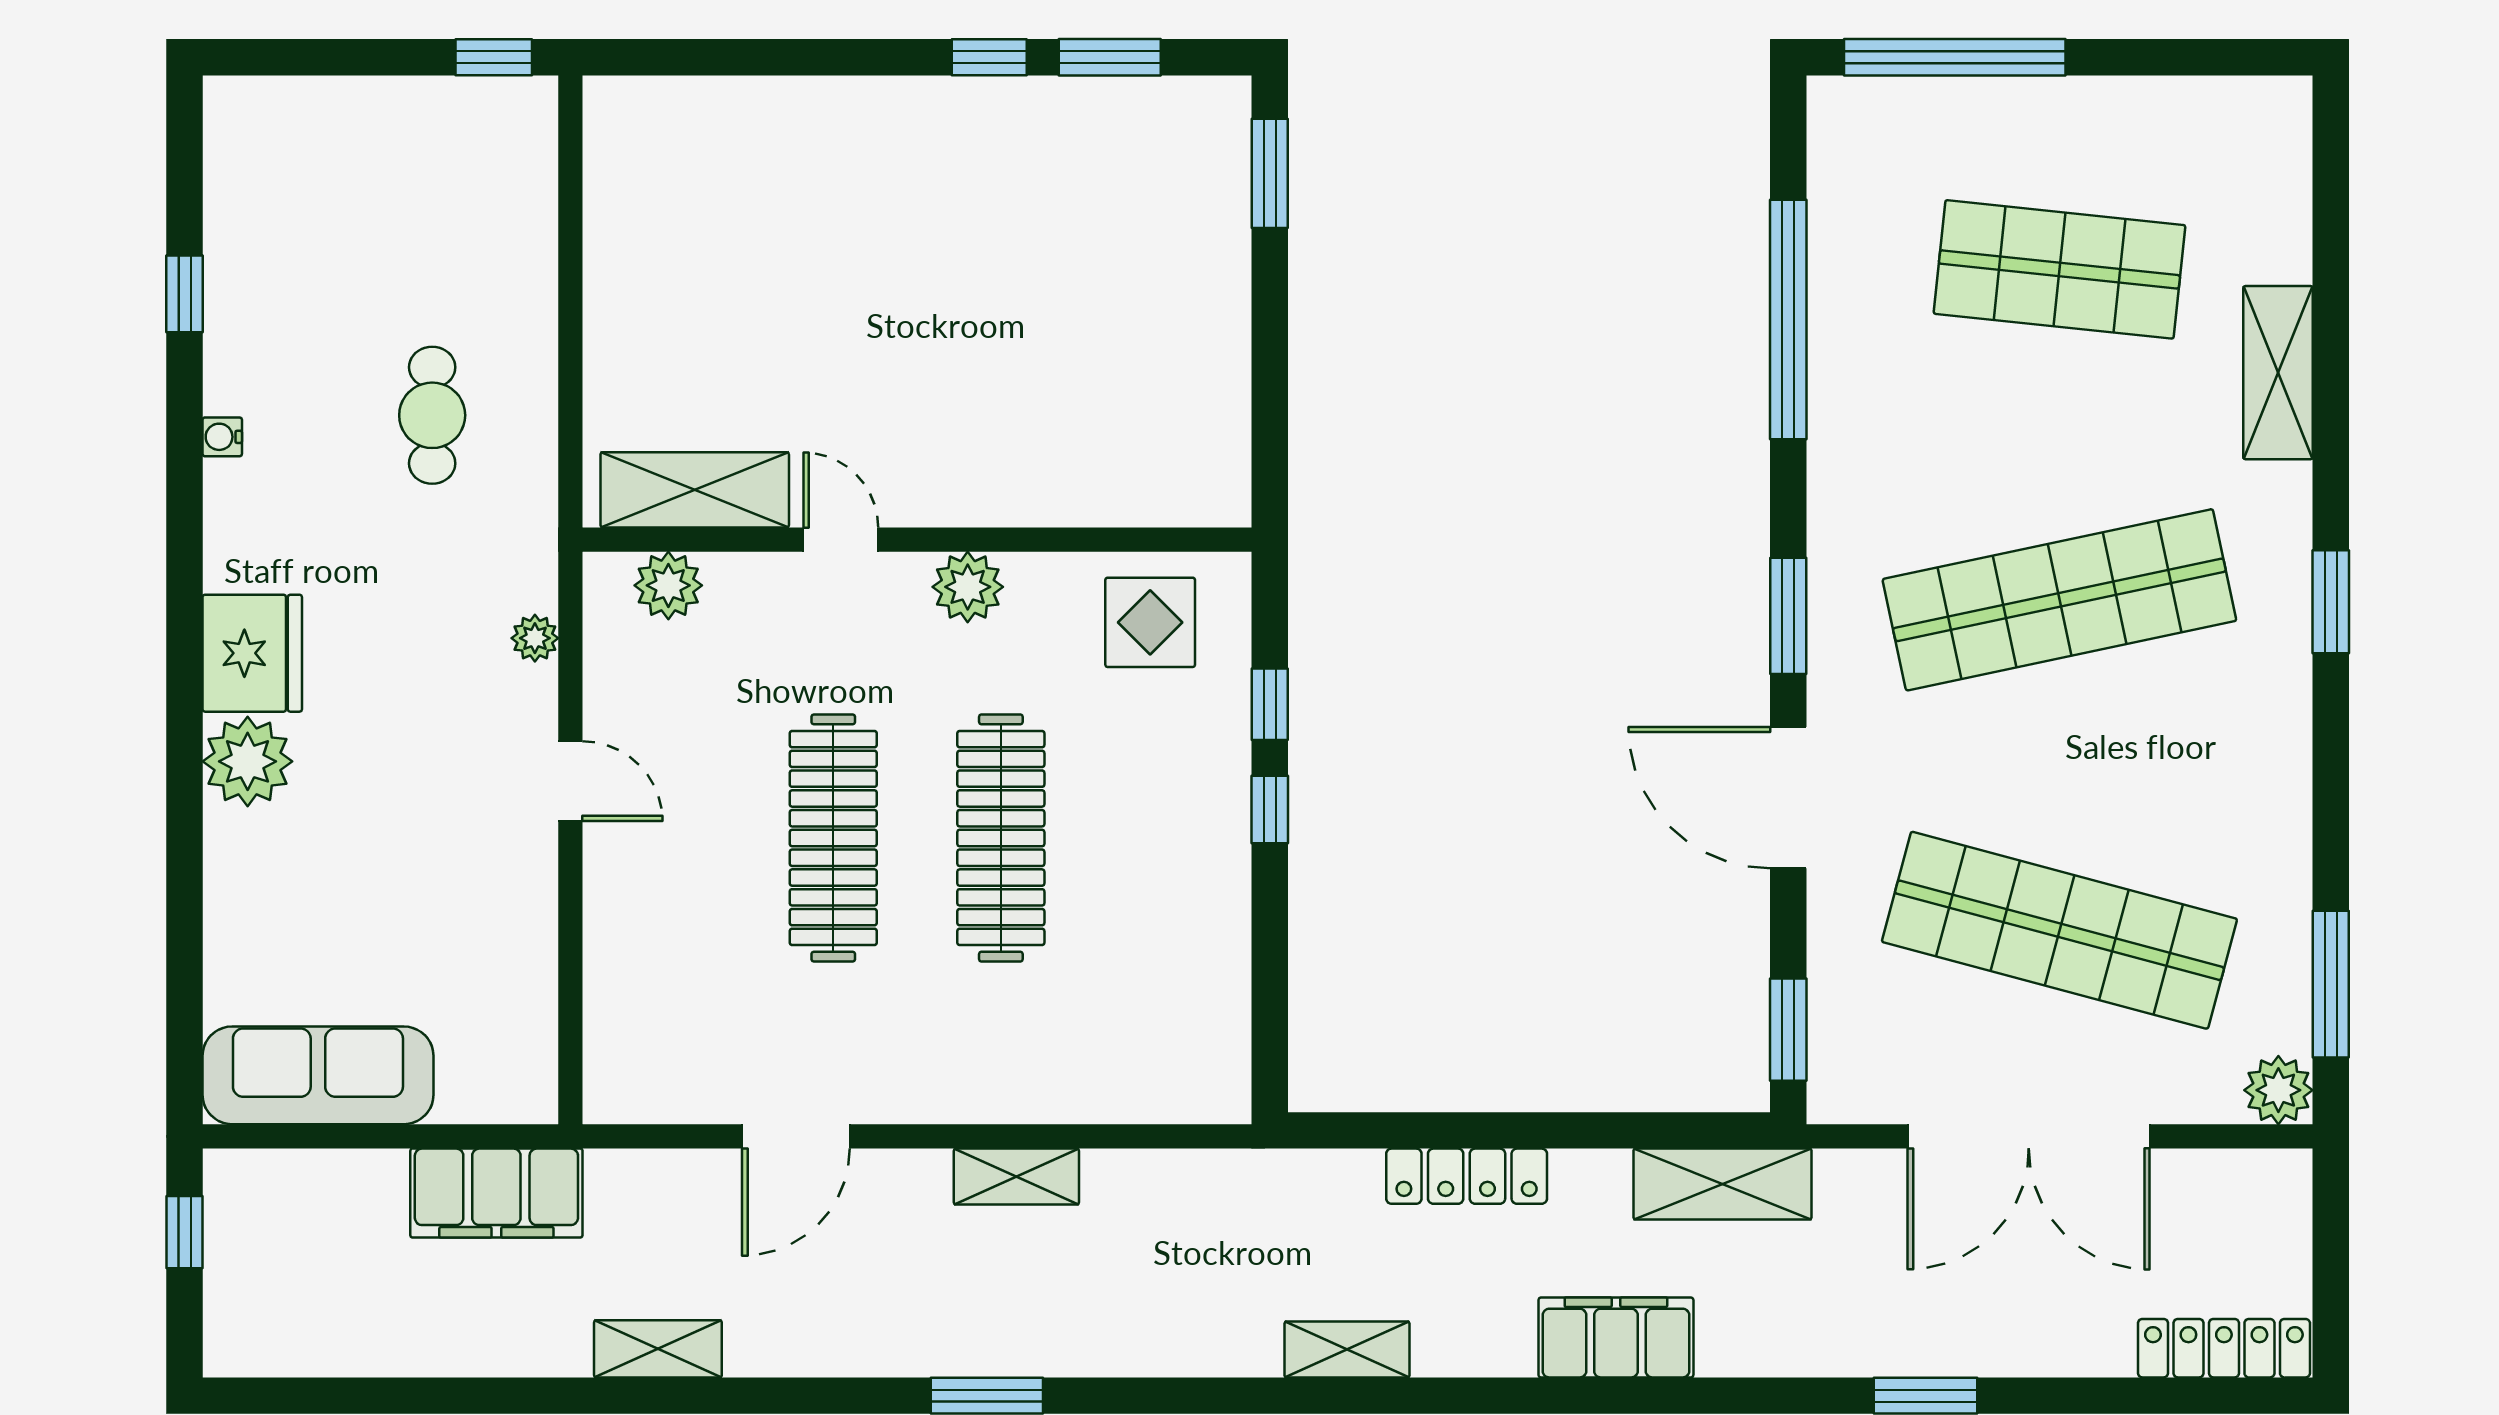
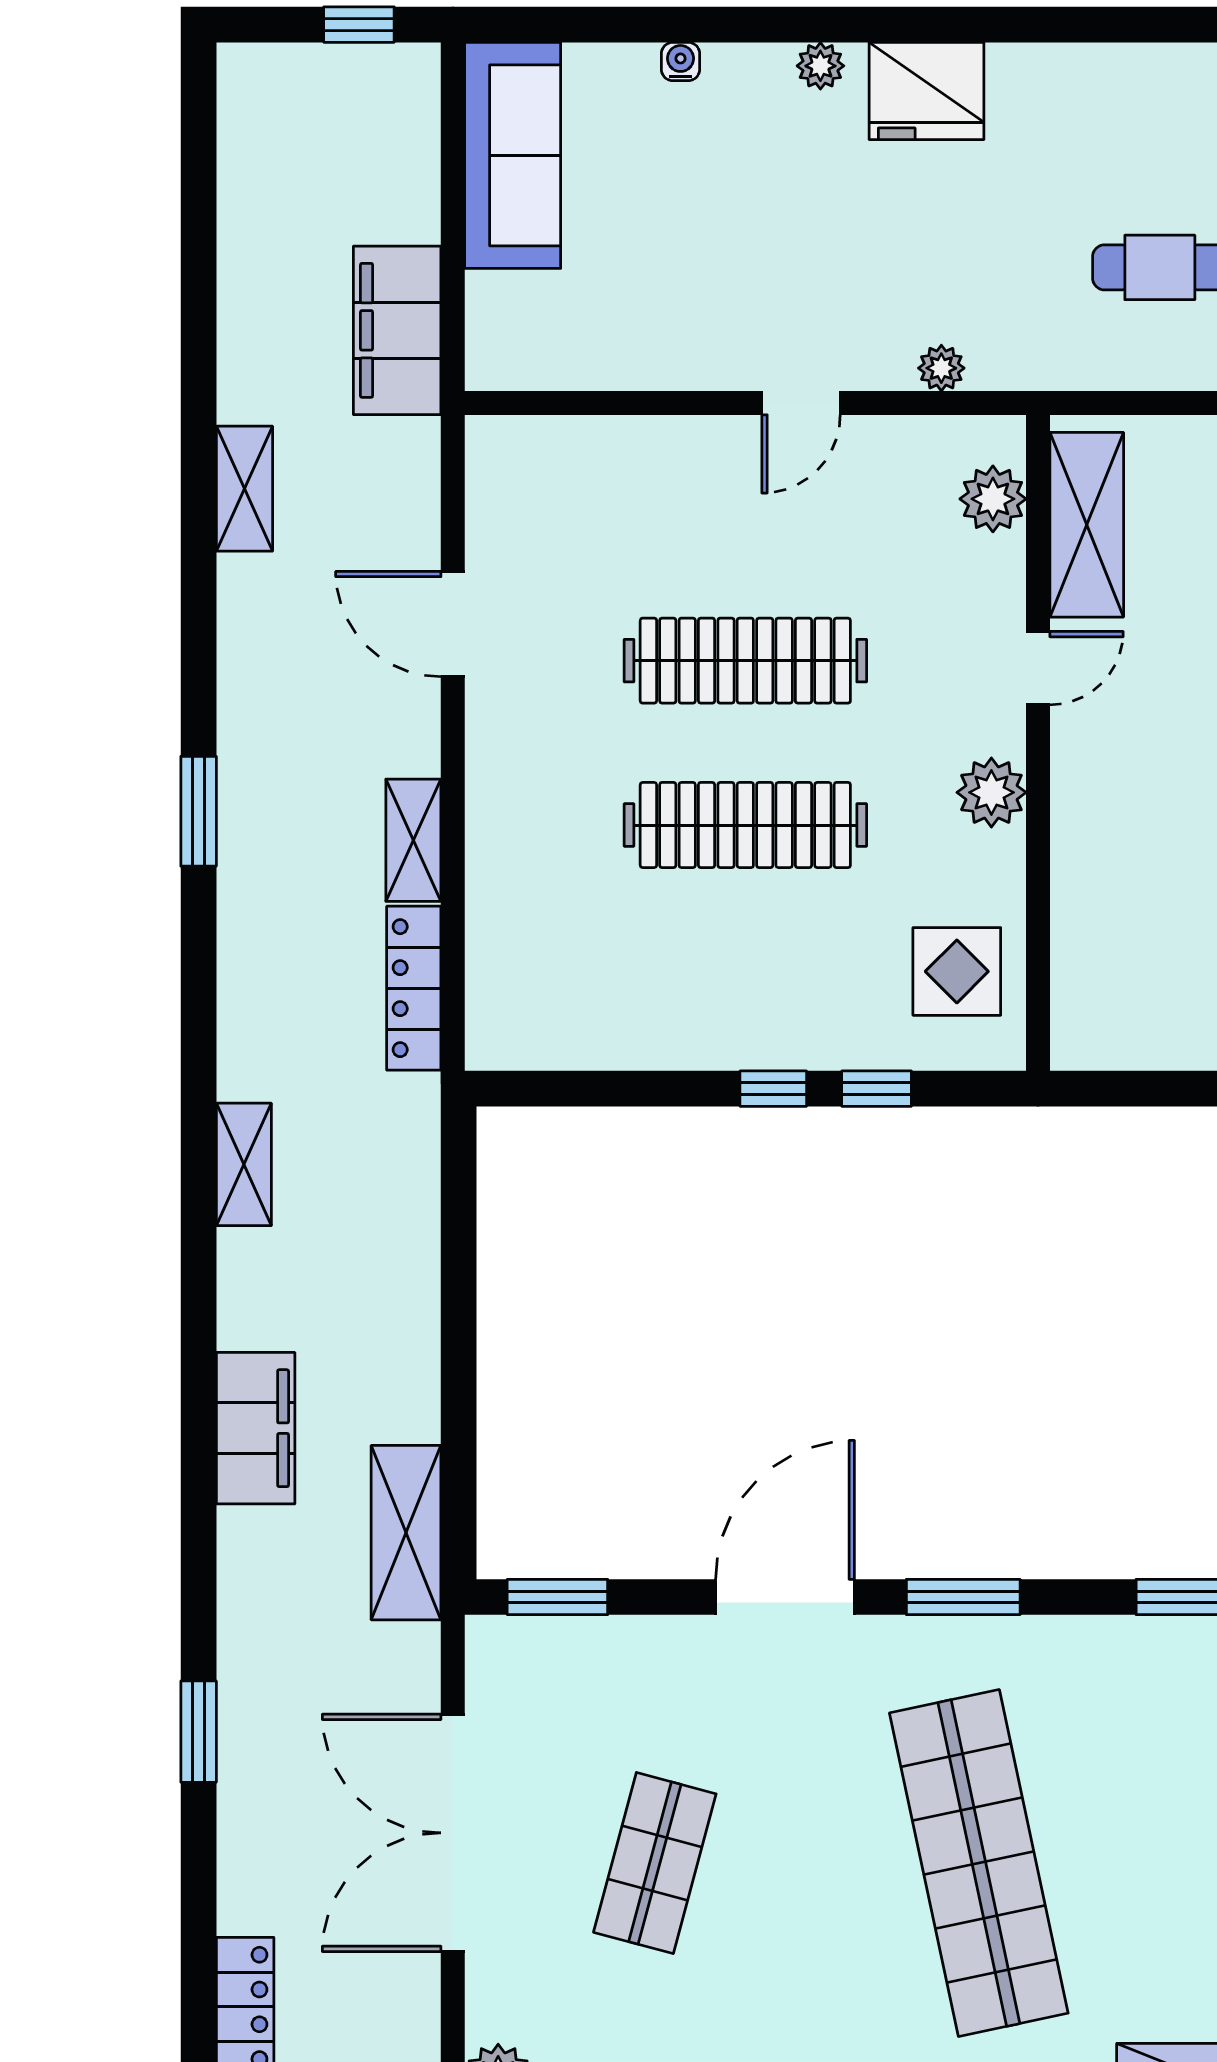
water cooler: (222, 437) -> (681, 62), moved
plant: (248, 761) -> (820, 66), width x0.53, depth x0.53
shop shelf: (2059, 930) -> (655, 1863), width x0.50, depth x0.74
locker: (1467, 1176) -> (414, 988), moved

